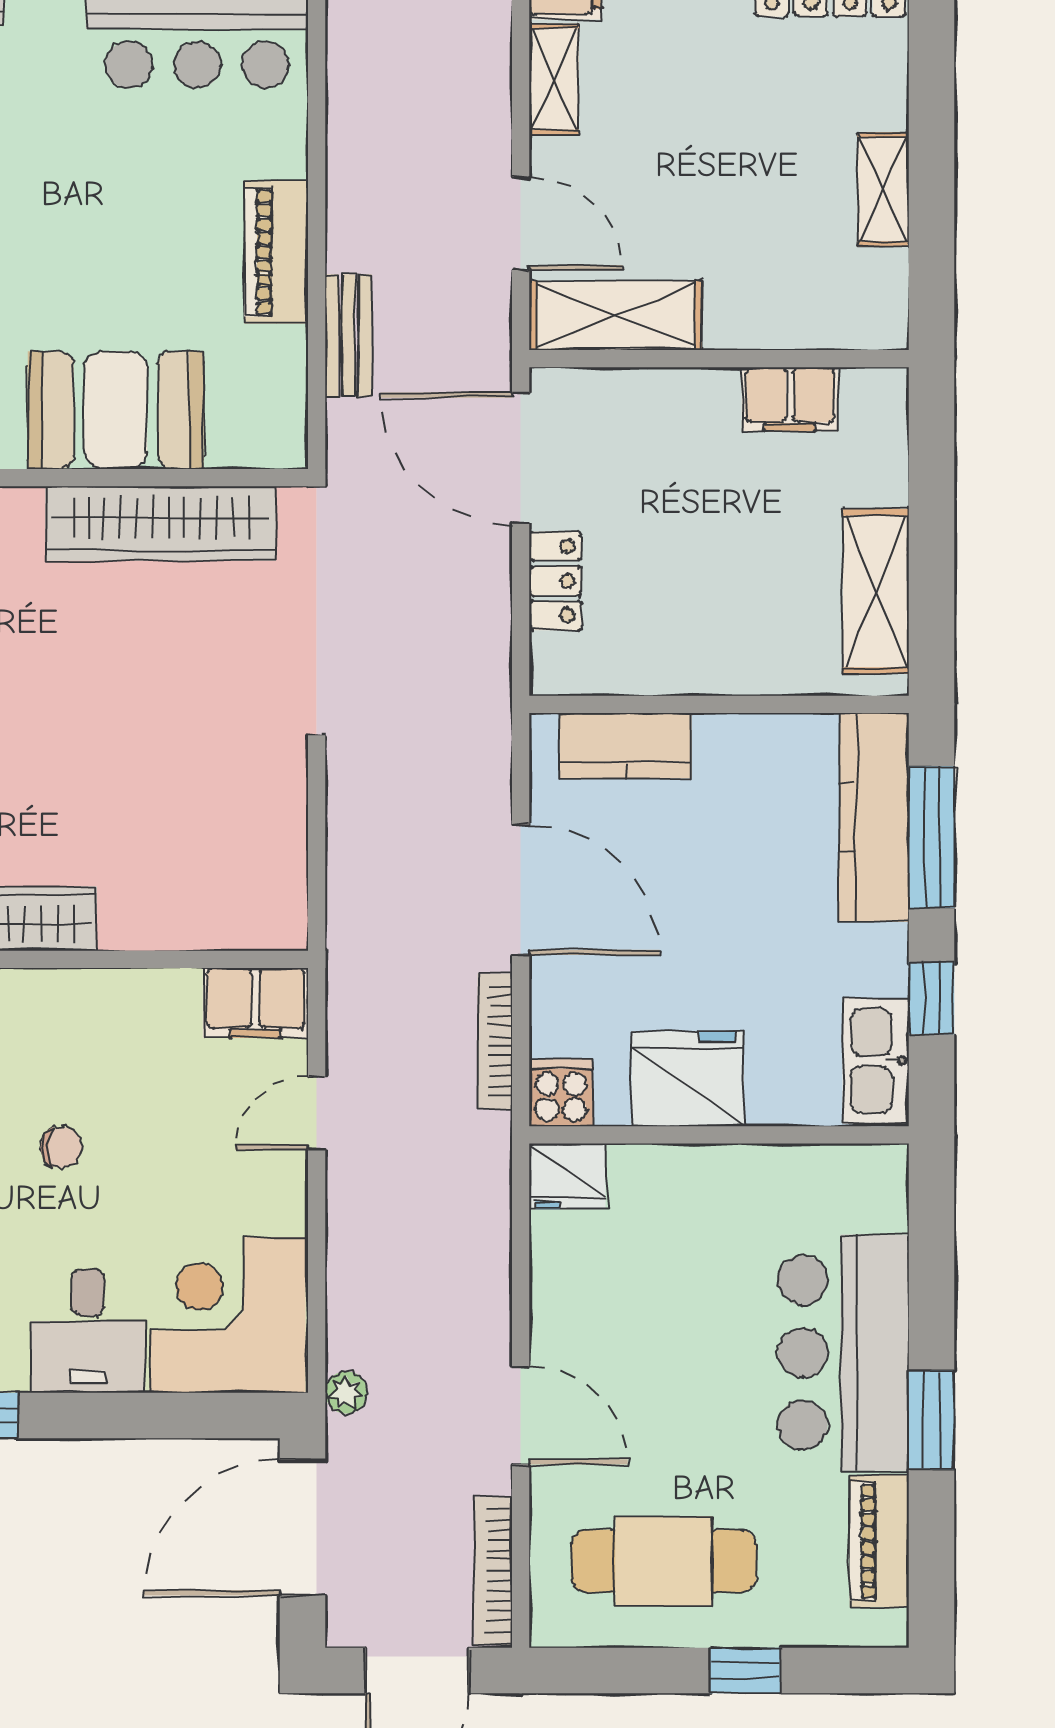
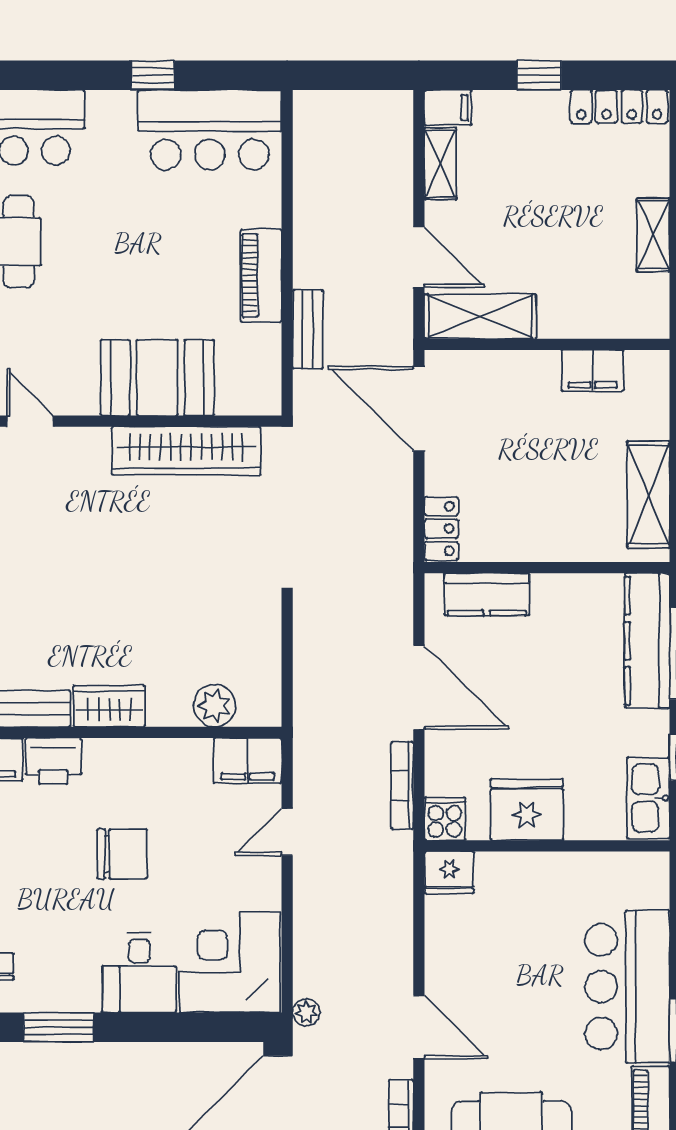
locker: (555, 581) -> (441, 529), moved
plant: (205, 918) -> (215, 706), added
chair: (61, 1147) -> (122, 854), width x1.87, depth x1.87

